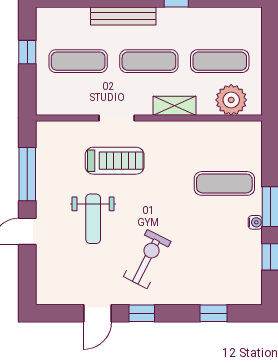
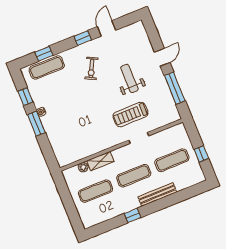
plant: (231, 100) -> (83, 167), width x0.53, depth x0.53
shelving: (174, 106) -> (100, 161), moved
exercise mat: (224, 183) -> (47, 68), moved
exercise bike: (147, 259) -> (92, 68), width x0.73, depth x0.72

